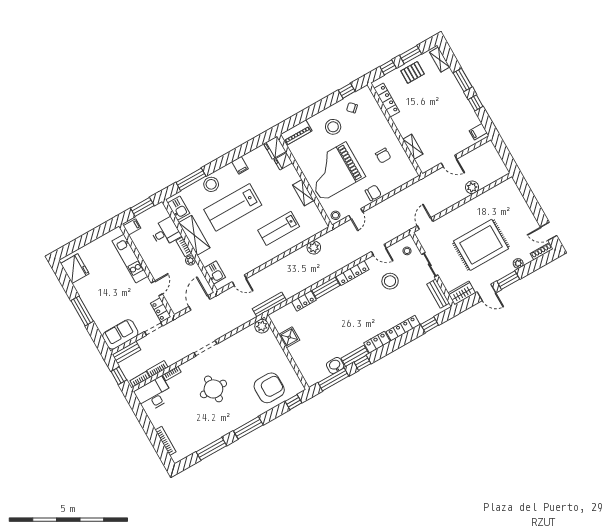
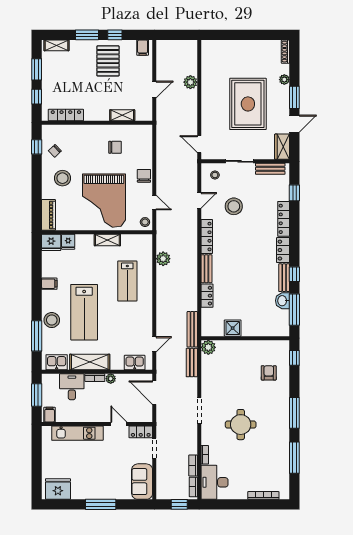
pallet: (413, 72) -> (108, 61), moved, width x1.50, depth x1.42
door: (549, 231) -> (271, 35), removed
bench: (127, 352) -> (192, 363), moved
armchair: (269, 388) -> (269, 373), width x0.53, depth x0.53

